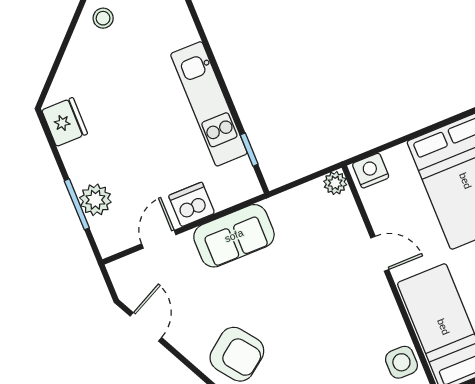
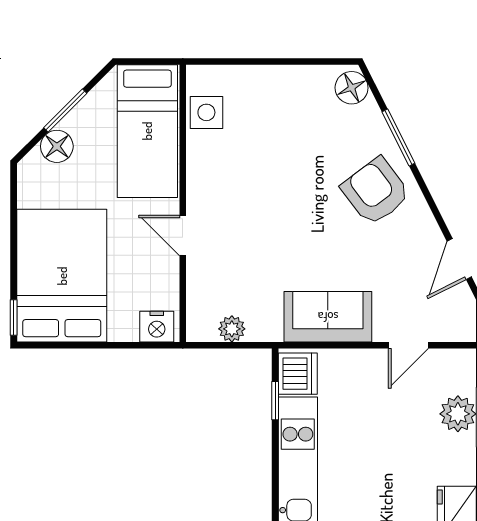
plant: (335, 183) -> (232, 329), moved
dishwasher: (192, 204) -> (298, 374), moved, turned -90

